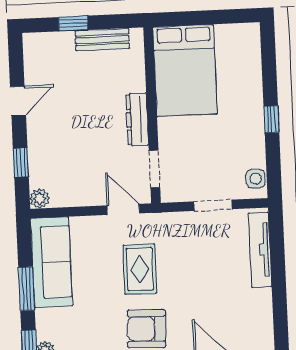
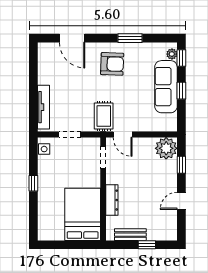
dresser: (137, 119) -> (112, 200), moved
plant: (40, 198) -> (166, 148), width x1.88, depth x1.88
sofa: (51, 262) -> (166, 87), moved
rug: (140, 269) -> (104, 116), moved
window: (27, 289) -> (181, 91), width x0.67

